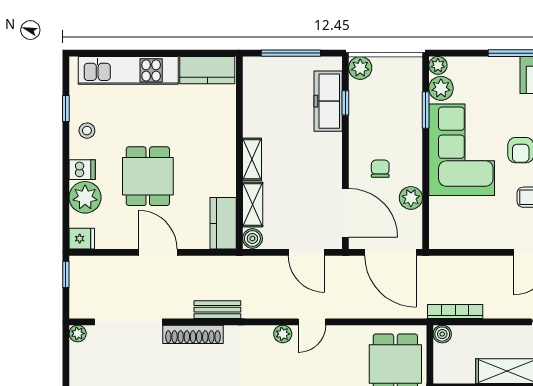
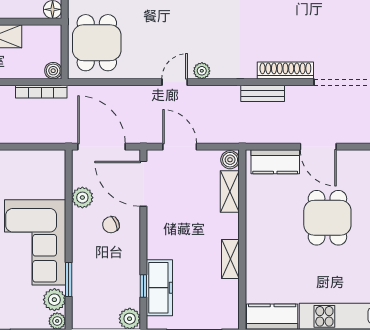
shelving: (252, 159) -> (230, 259), moved
chair: (380, 169) -> (111, 225), turned 67
kitchen counter: (223, 223) -> (275, 162), moved, turned 90

